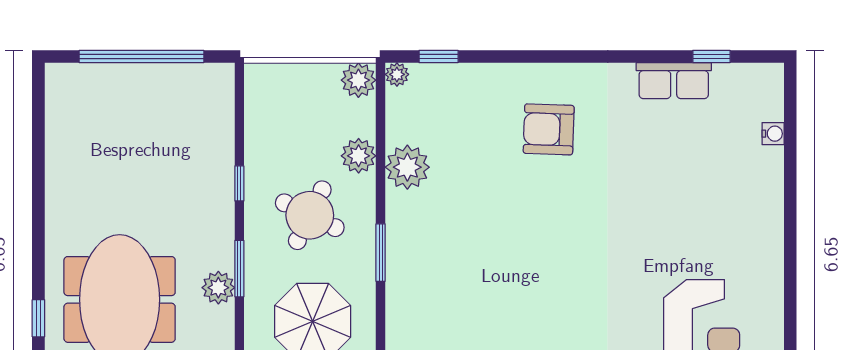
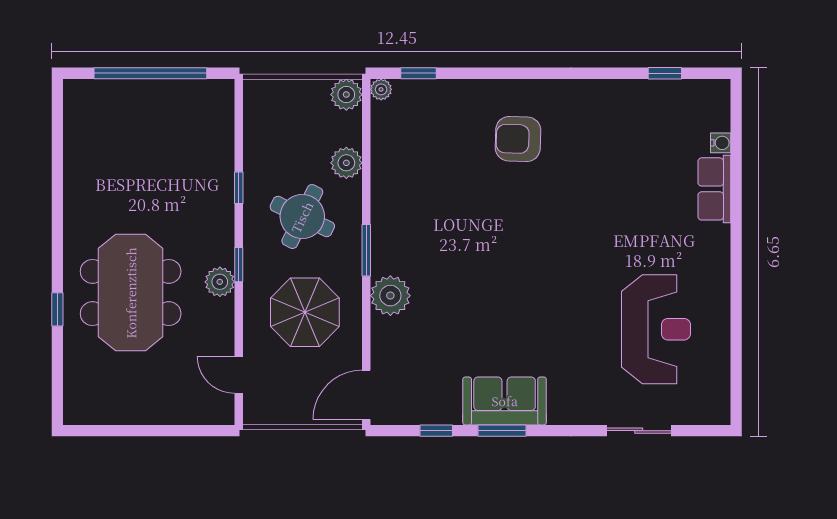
row of seats: (674, 81) -> (714, 189), moved, turned 90
plant: (407, 167) -> (390, 296), moved
window: (239, 269) -> (239, 265), width x0.67

